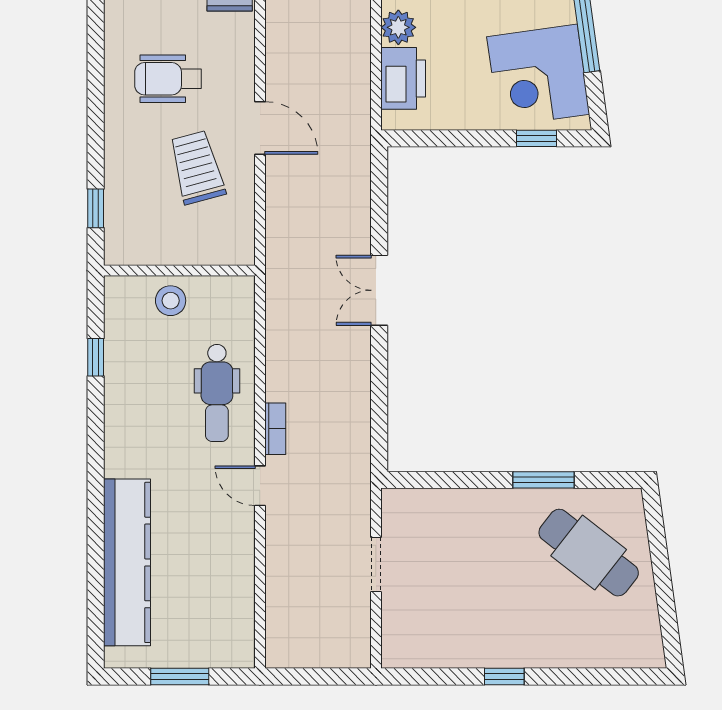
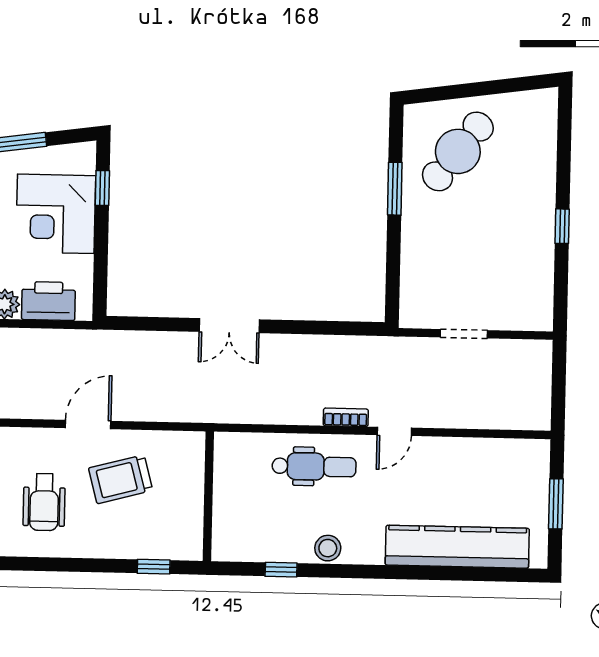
corner desk: (538, 75) -> (56, 214), moved, turned 98
stool: (171, 301) -> (328, 548), moved

